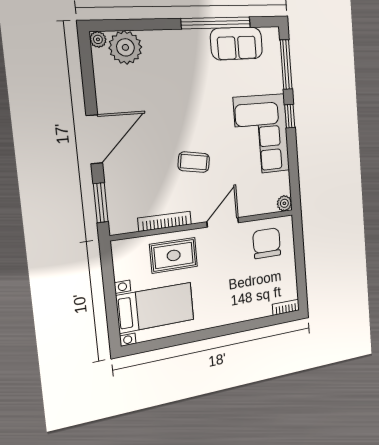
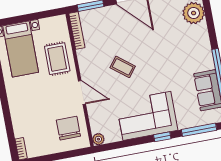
coffee table: (194, 162) -> (123, 67), turned -62
bookcase: (165, 221) -> (77, 31), moved
chair: (267, 243) -> (68, 128), turned -90

